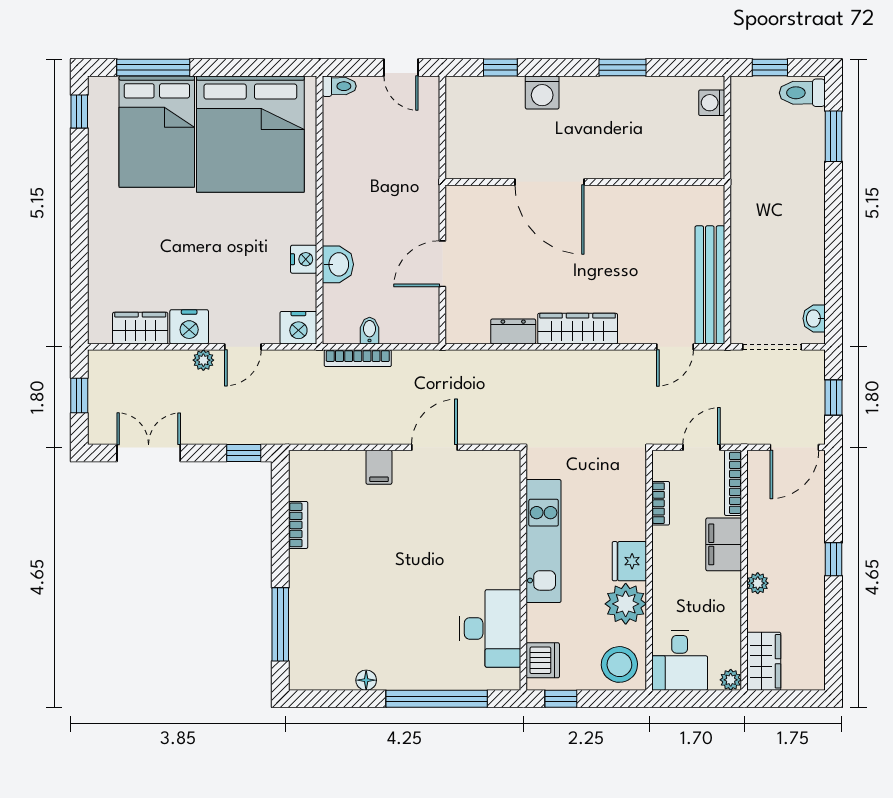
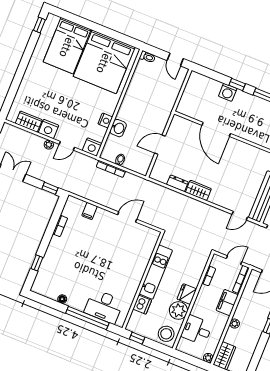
window: (153, 67) -> (76, 19), removed
window: (500, 67) -> (237, 84), moved
wardrobe: (578, 329) -> (198, 190), width x0.67
filing cabinet: (379, 467) -> (90, 211), moved
window: (280, 624) -> (37, 263), width x0.46
desk: (490, 628) -> (104, 306), moved, turned 90
dishwasher: (543, 660) -> (142, 305), moved
desk: (680, 660) -> (197, 330), moved, turned 90

